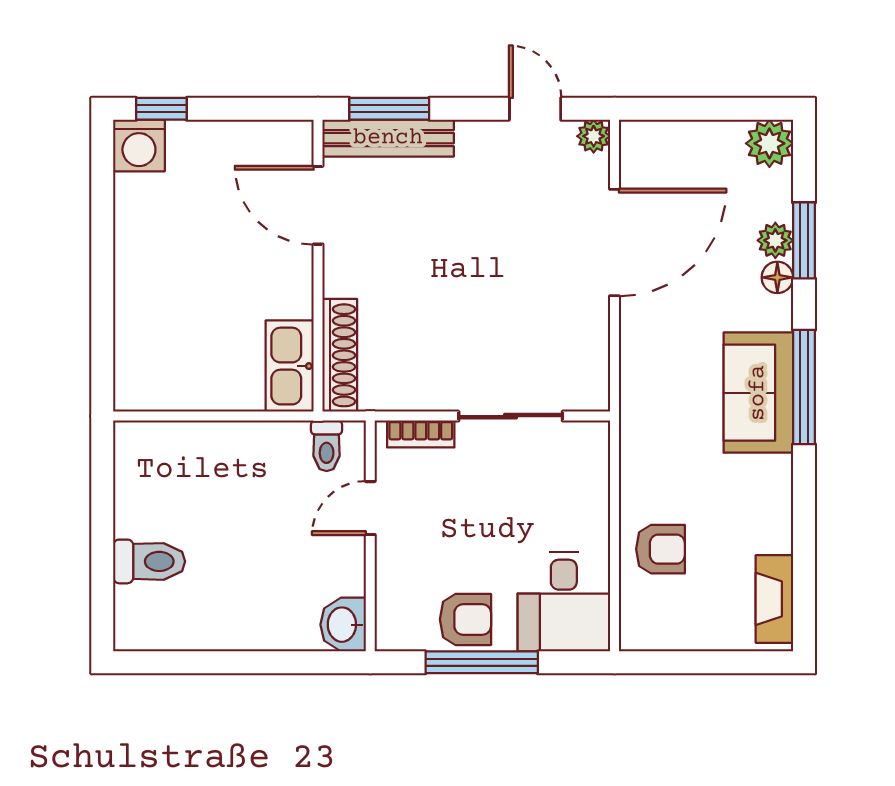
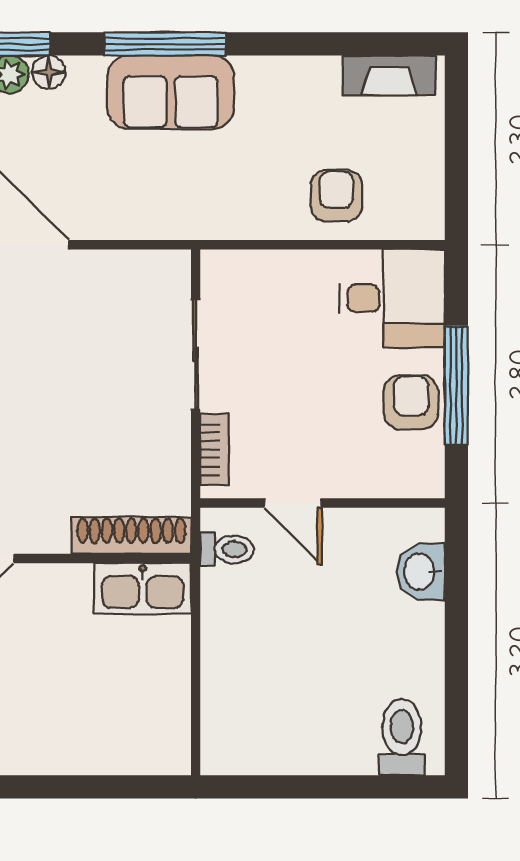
toilet: (149, 561) -> (402, 737), moved
washbasin: (343, 625) -> (421, 572), moved, turned 90

